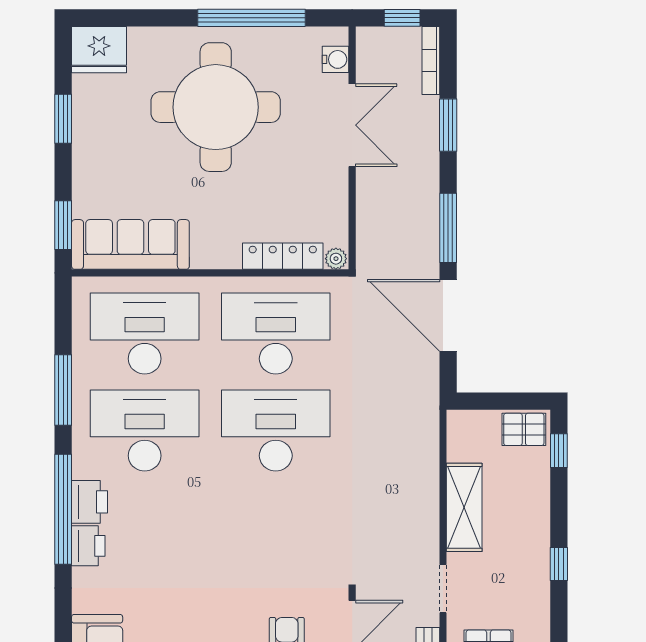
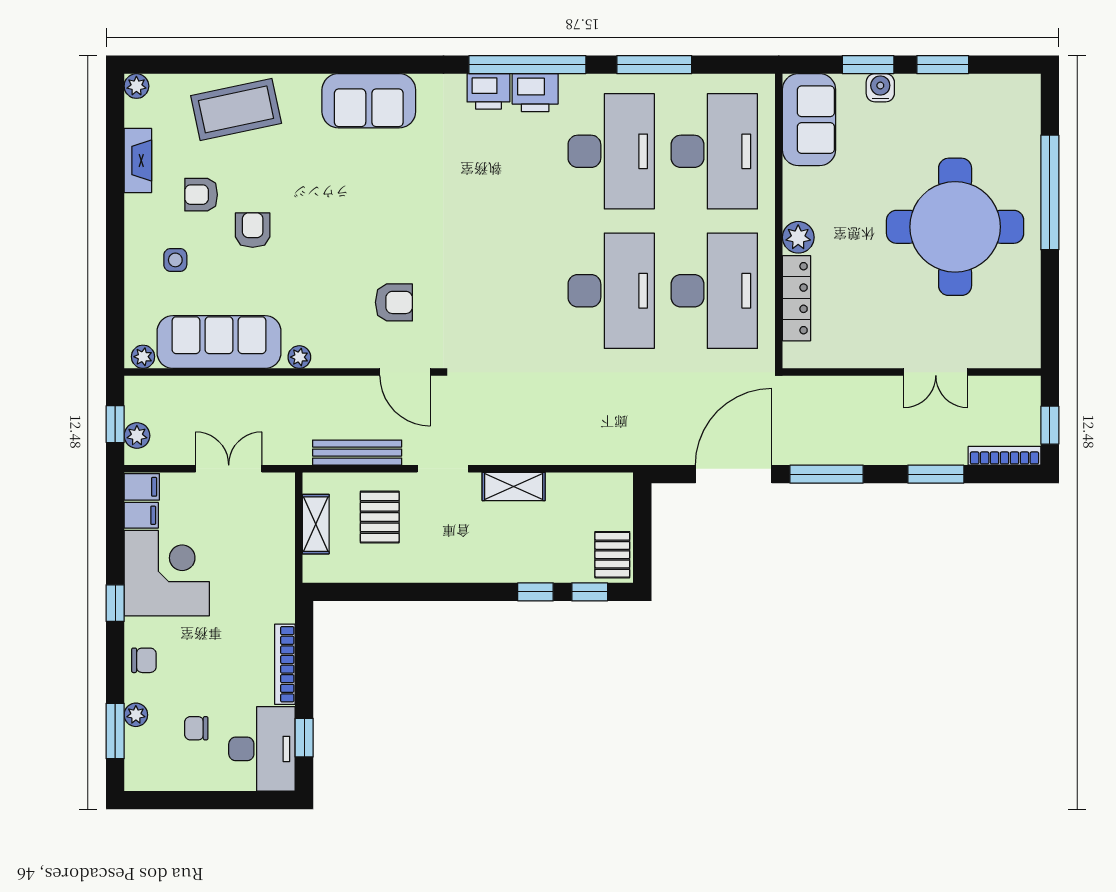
window: (251, 18) -> (1050, 192), moved
fridge: (99, 50) -> (1016, 103), removed
water cooler: (336, 59) -> (880, 88), moved, turned 180
double door: (352, 125) -> (936, 372), width x0.73
window: (63, 225) -> (868, 65), moved
sofa: (130, 244) -> (809, 120), width x0.73
plant: (336, 259) -> (798, 237), moved, width x1.38, depth x1.38
shelving: (464, 507) -> (514, 486), width x0.67, depth x0.75
window: (559, 564) -> (535, 592), moved

